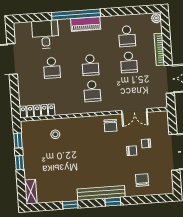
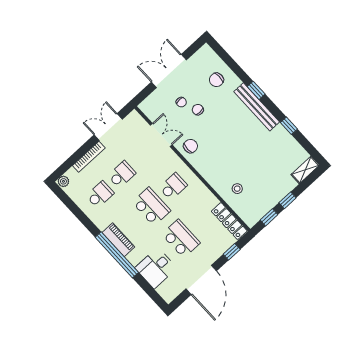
school desk: (90, 65) -> (151, 207), width x1.85
school desk: (52, 68) -> (181, 239), width x1.85
window: (15, 96) -> (232, 252), added

